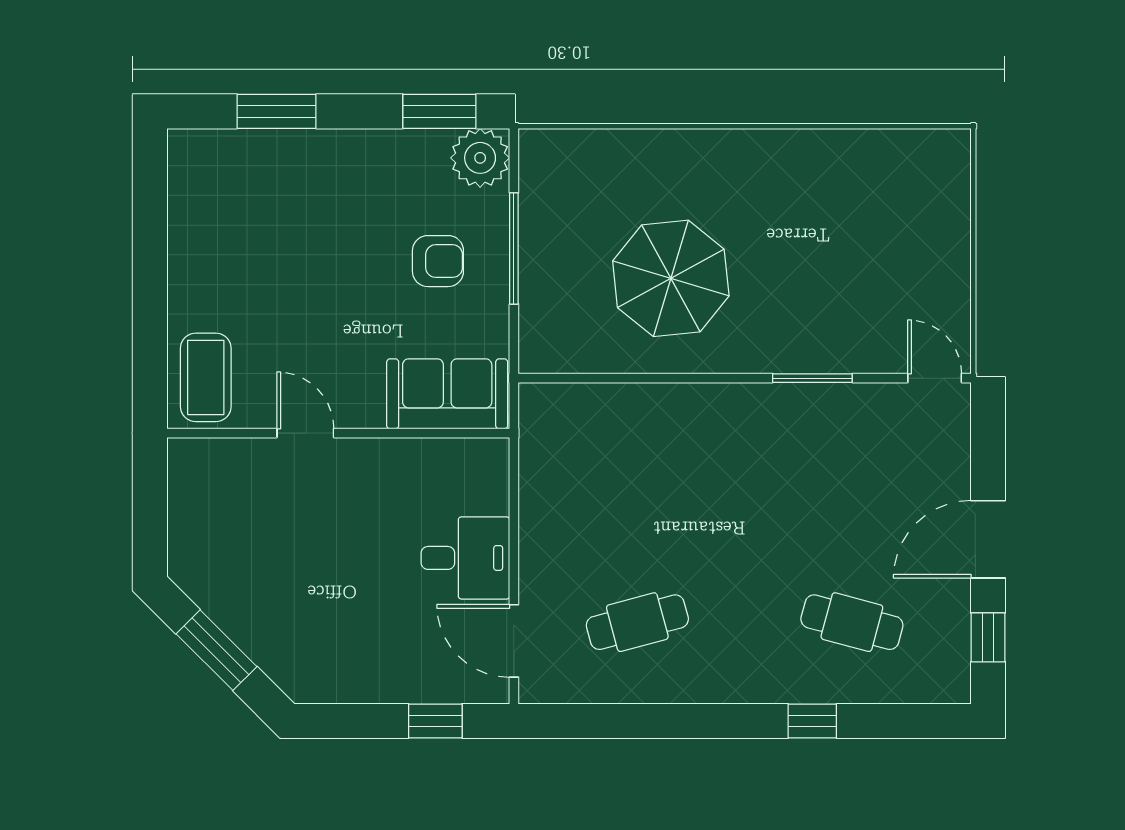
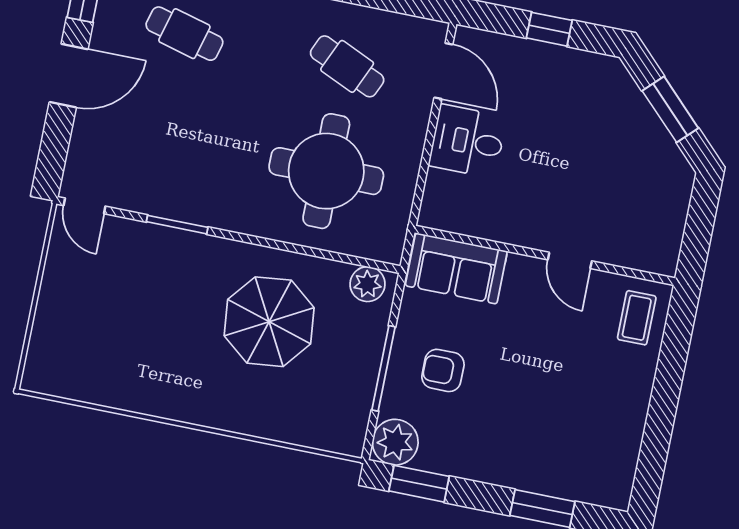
plant: (556, 351) -> (368, 284), added
coffee table: (206, 377) -> (637, 318), width x0.73, depth x0.77
round table: (637, 484) -> (326, 171), added
cafe table: (637, 622) -> (347, 66), turned 39
window: (435, 721) -> (549, 29), moved

